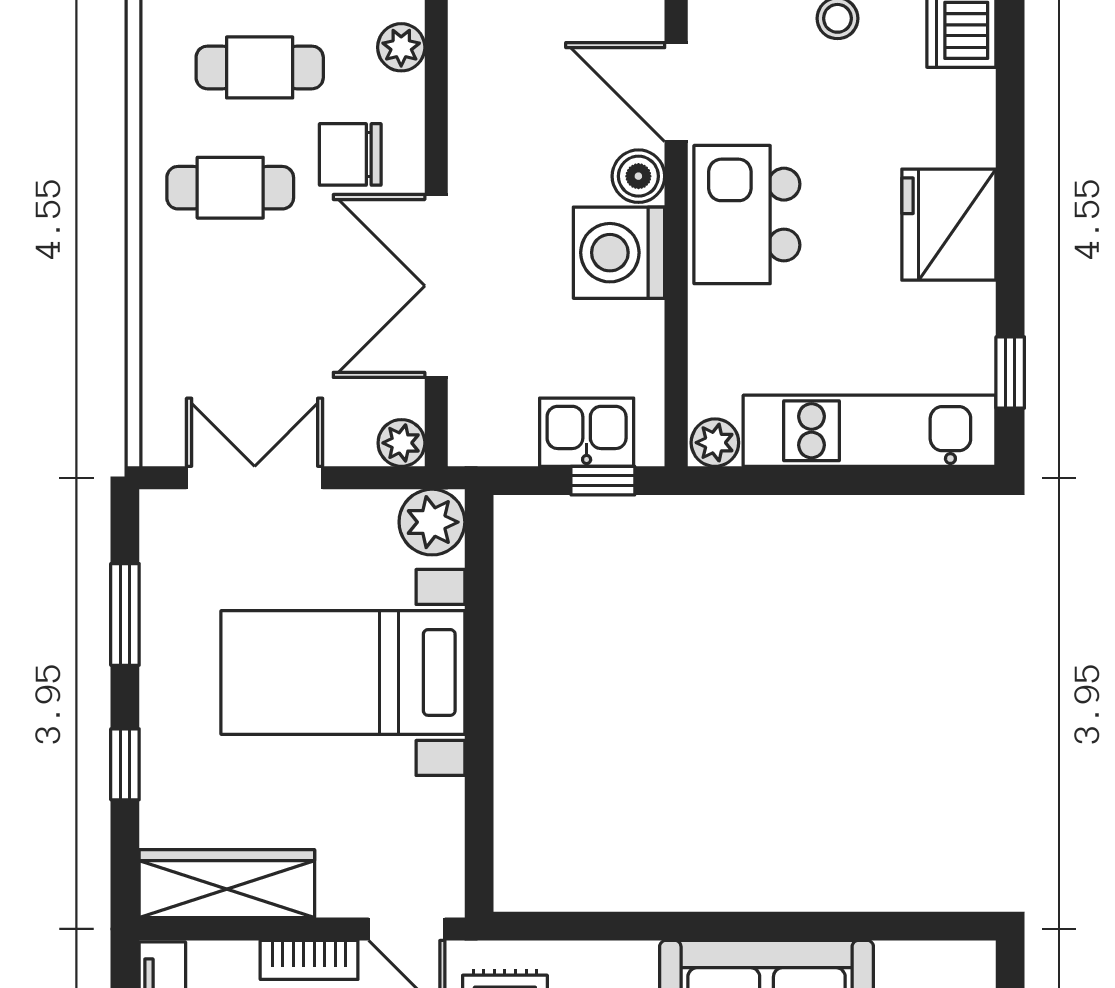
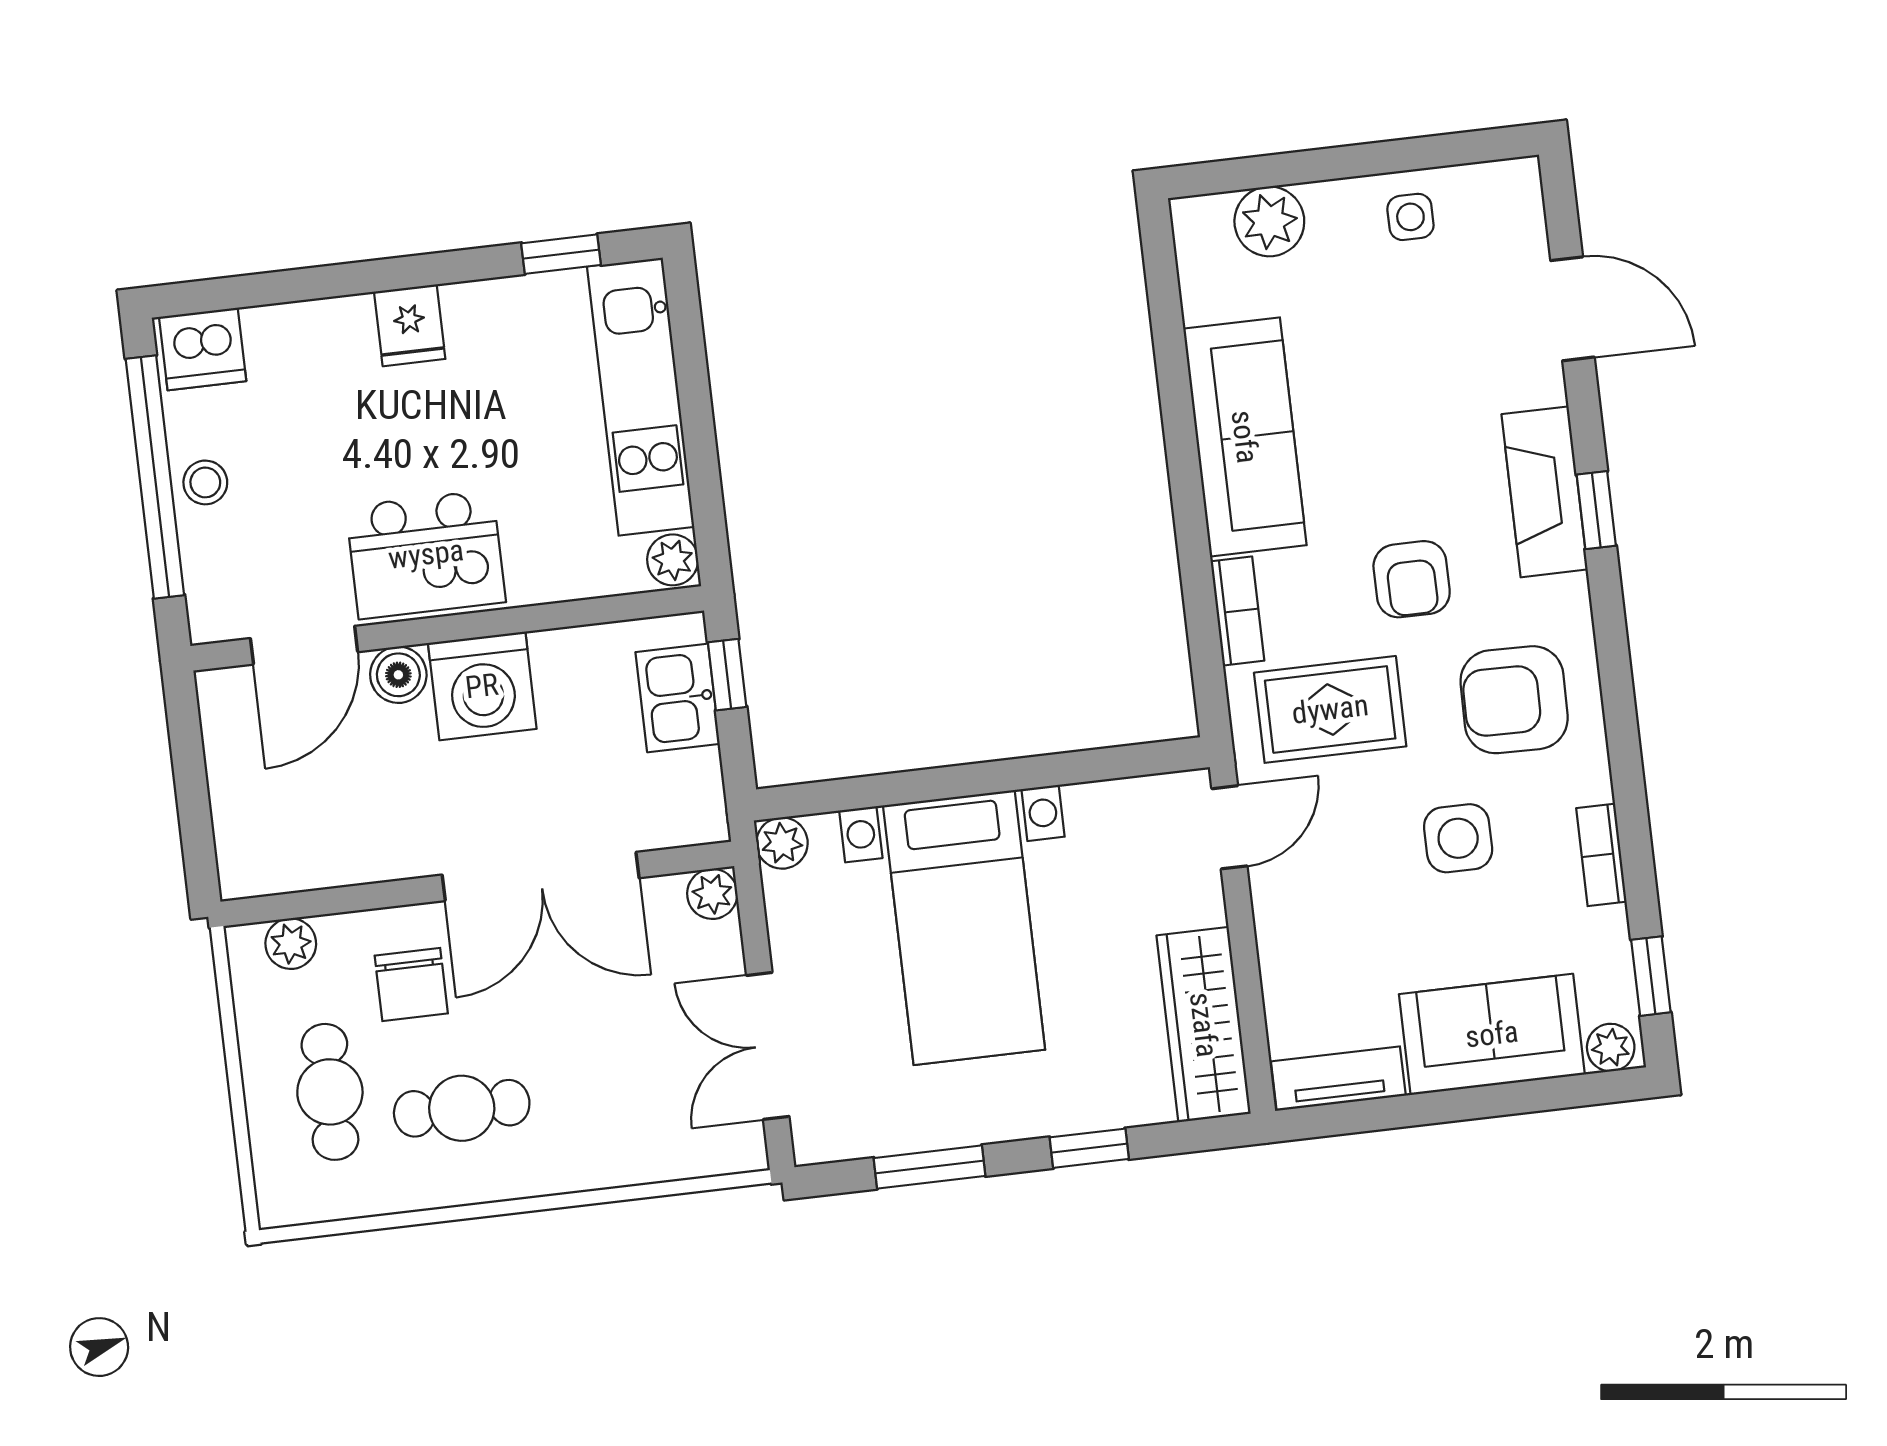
cafe table: (230, 188) -> (462, 1108), turned 90
fridge: (949, 225) -> (410, 325), width x0.53, depth x0.75
plant: (432, 522) -> (782, 843), width x0.73, depth x0.73
bookcase: (309, 960) -> (1237, 611), moved

